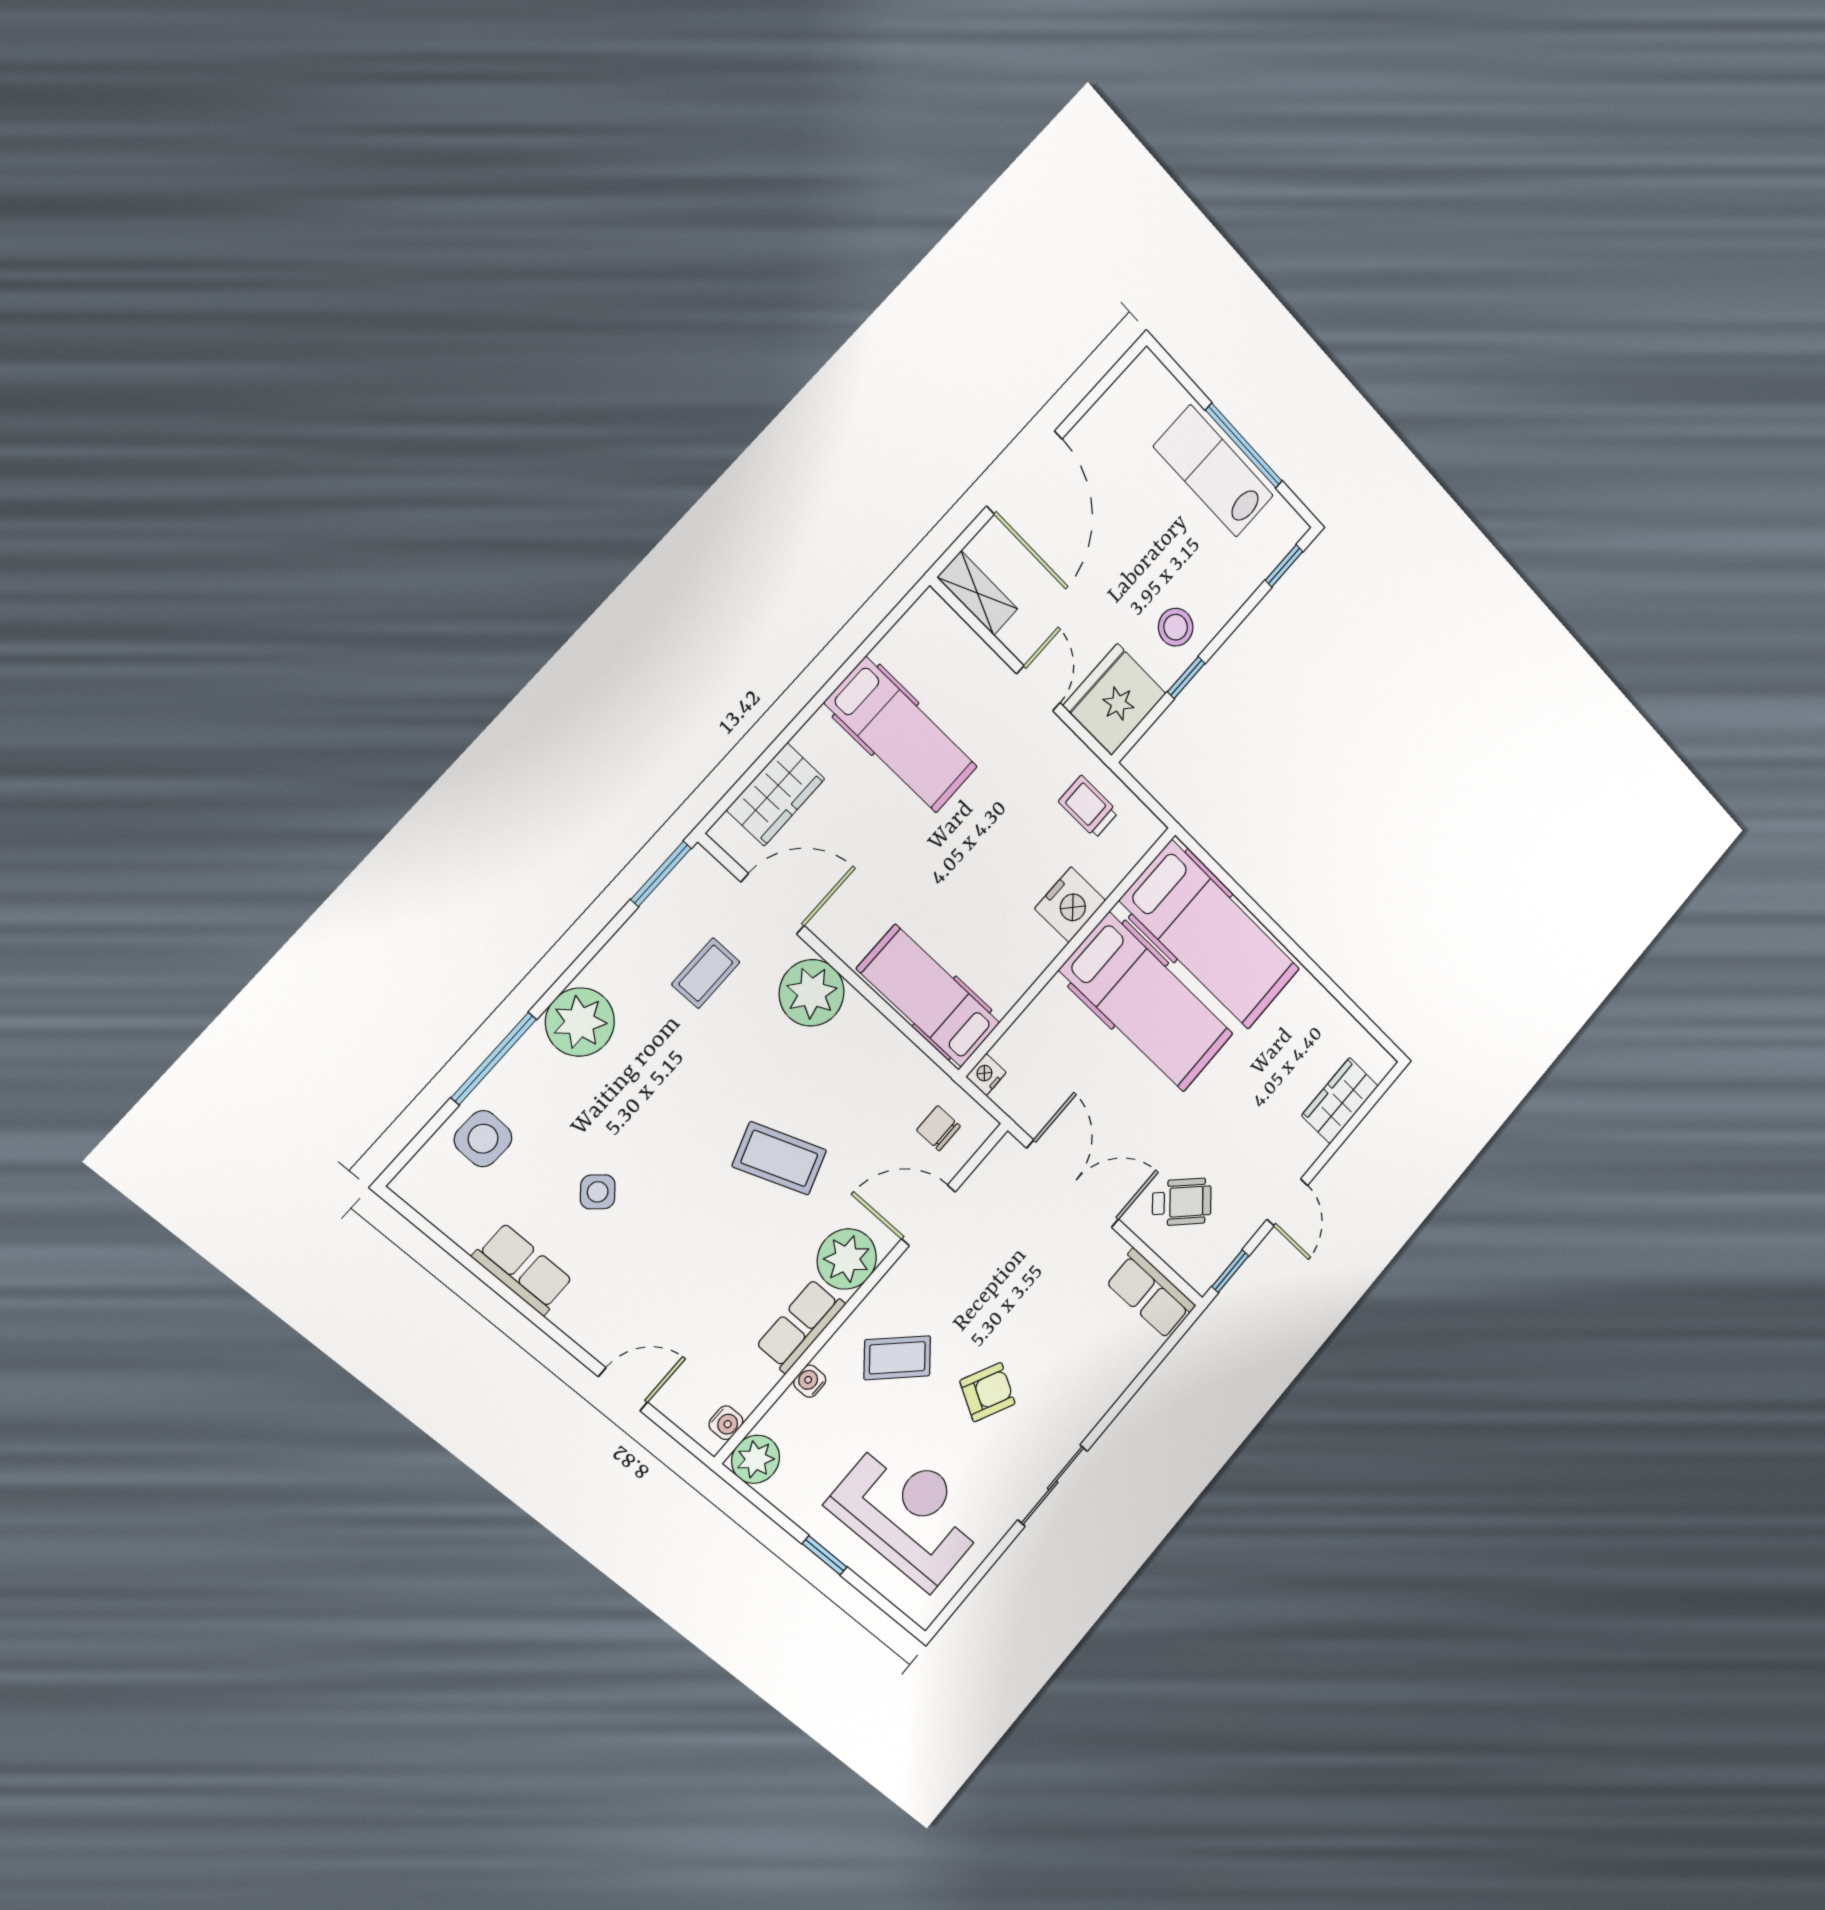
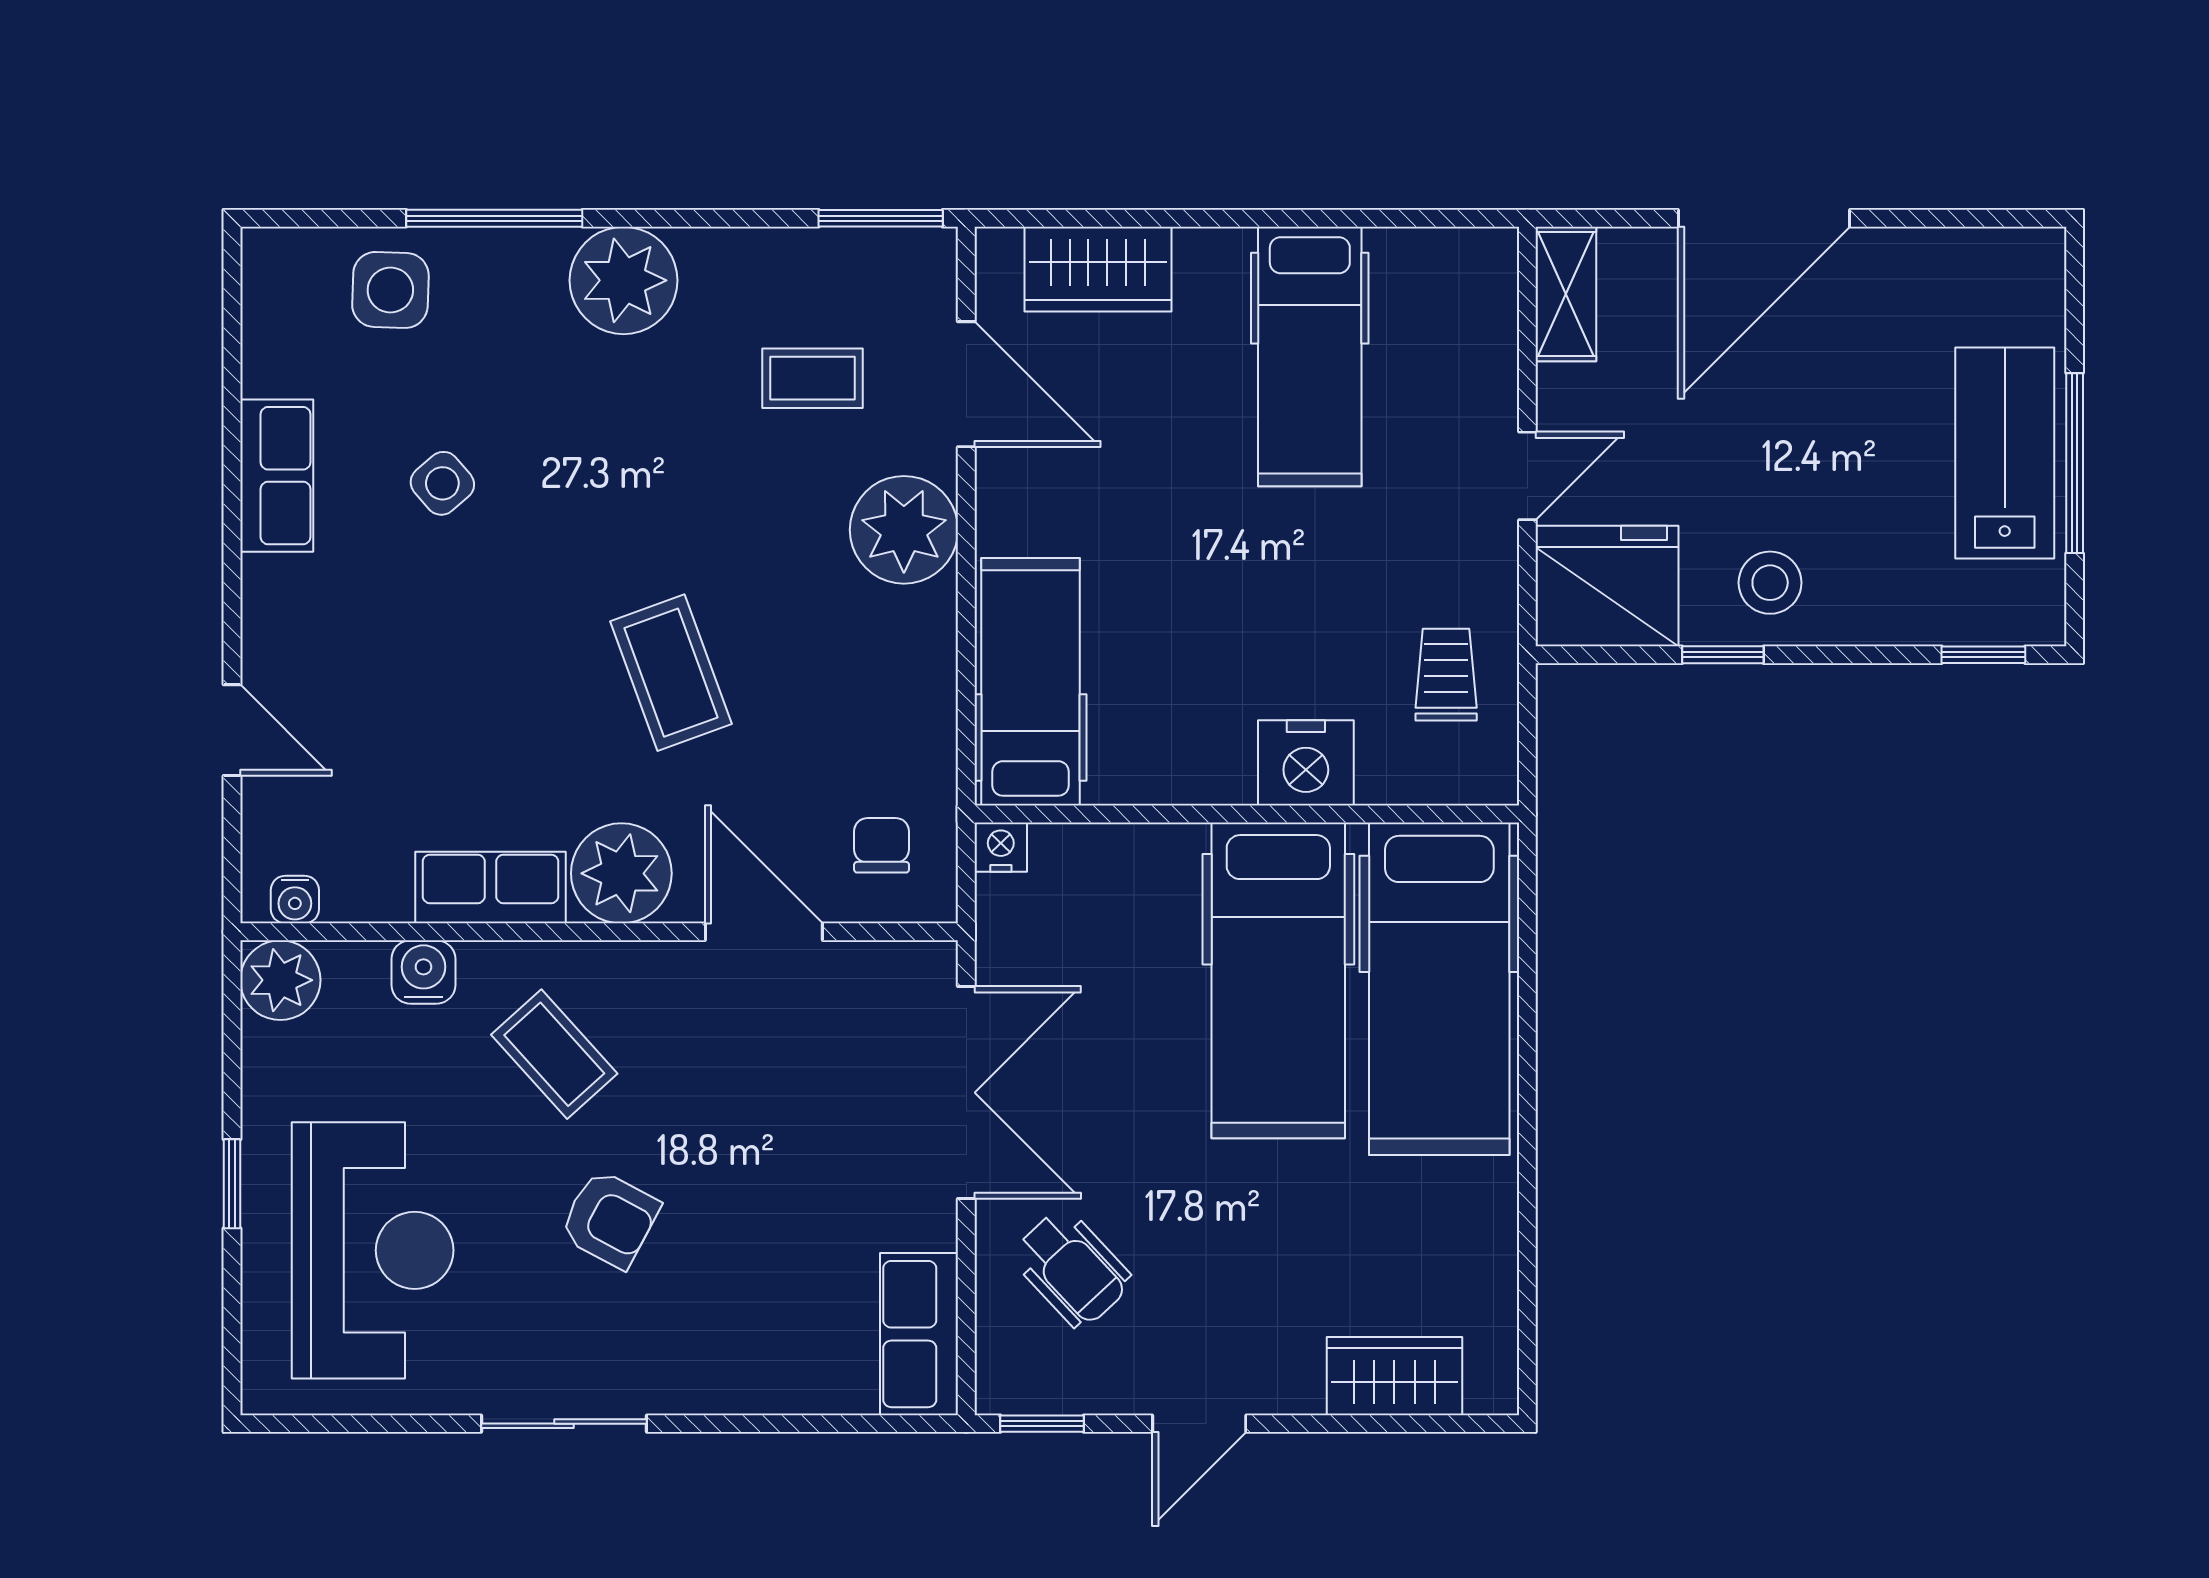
water cooler: (810, 1381) -> (423, 972), width x1.38, depth x1.38

